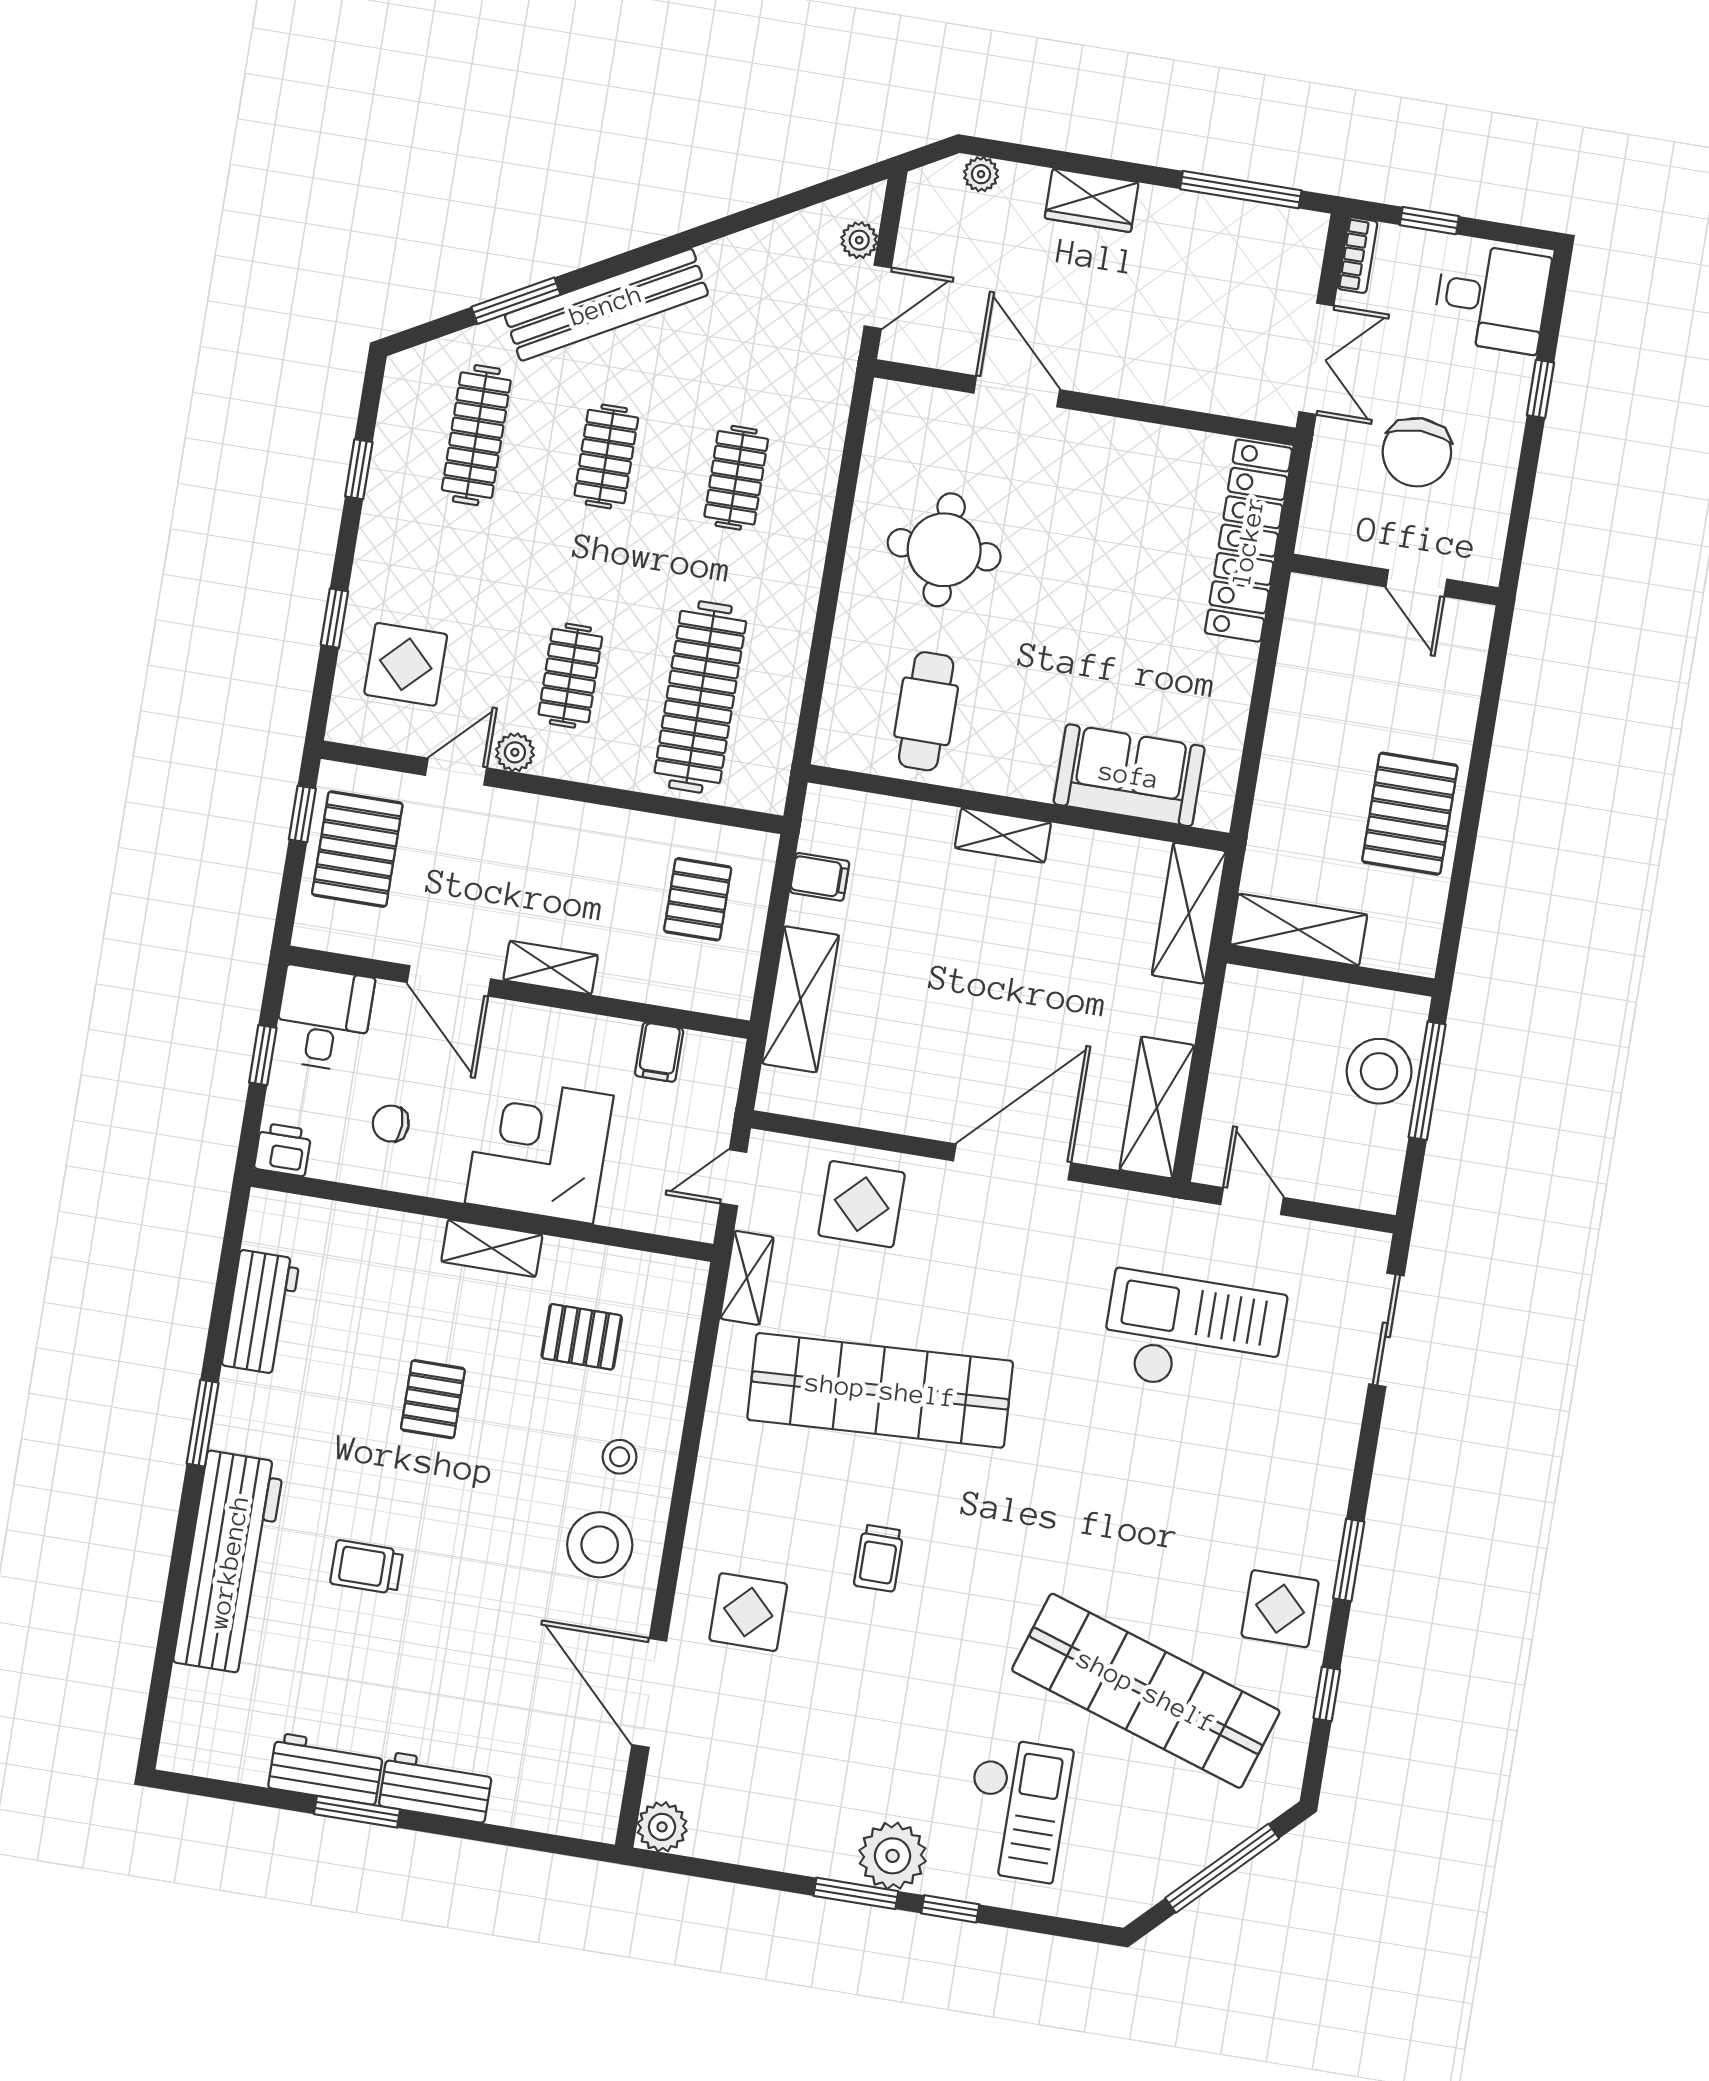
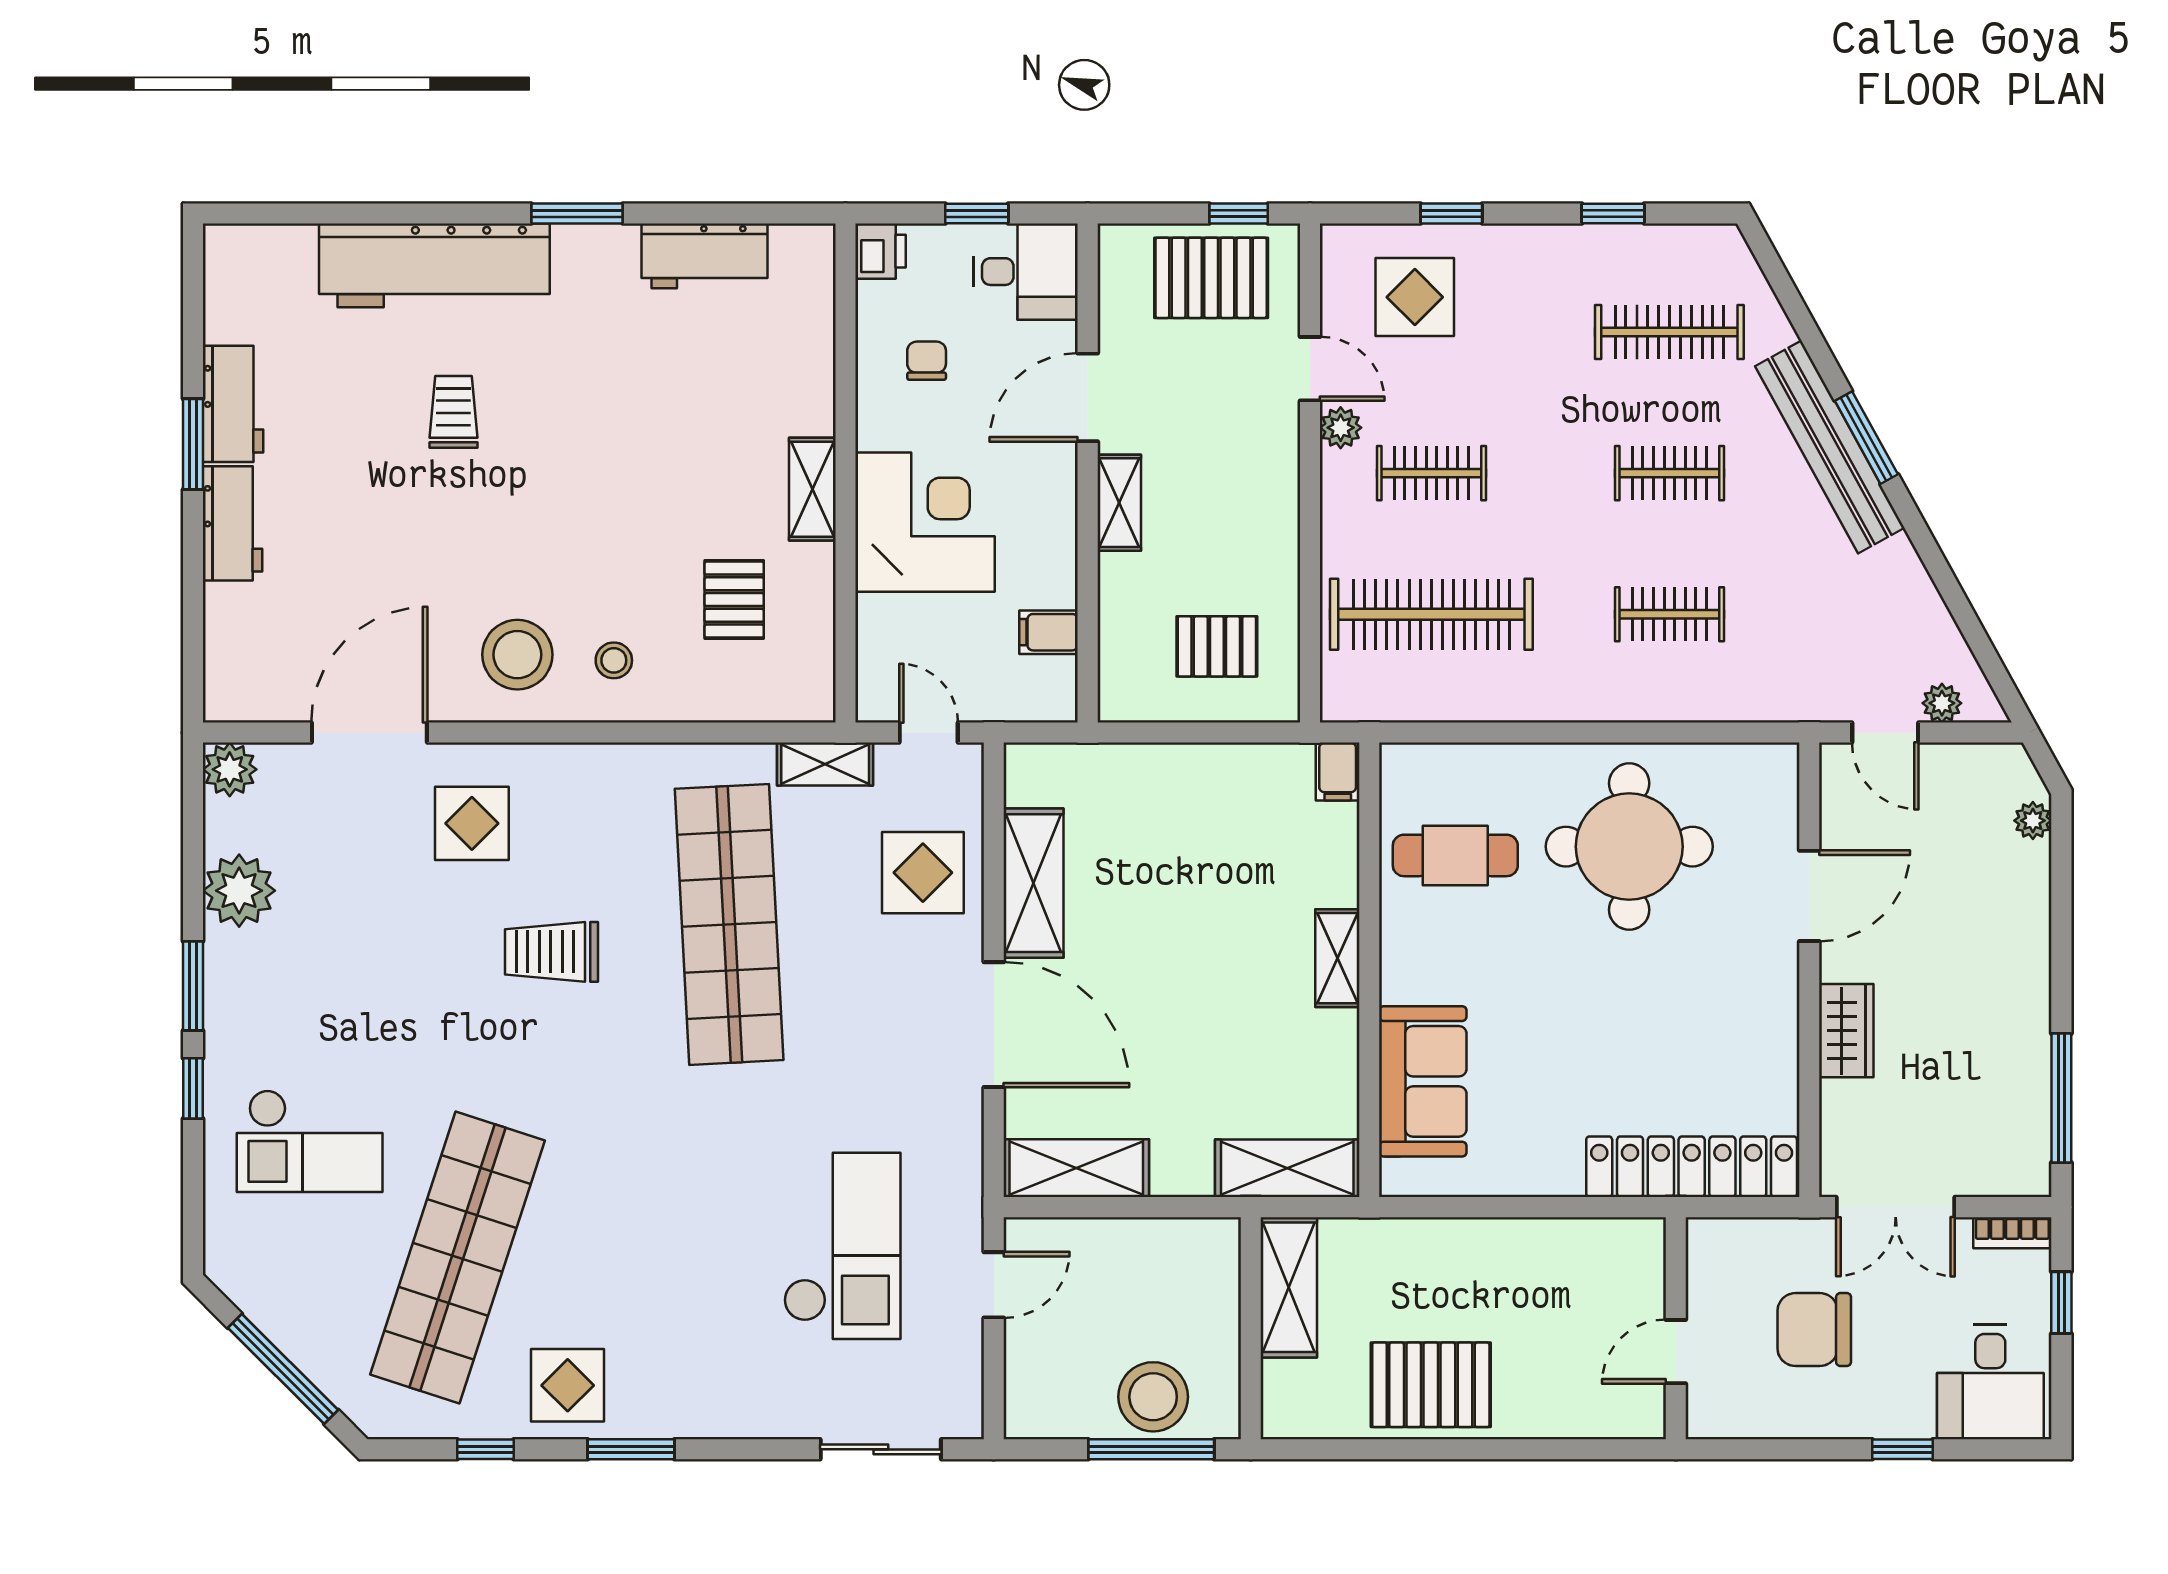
wardrobe: (1092, 200) -> (1846, 1031), moved, turned 180
window: (516, 301) -> (1866, 438), moved
round table: (944, 550) -> (1629, 847), width x1.36, depth x1.36
filing cabinet: (820, 877) -> (1338, 772), moved
shelving: (800, 999) -> (1034, 883), moved, turned 90
pallet: (433, 1399) -> (642, 453), removed
trolley: (879, 1558) -> (551, 952), width x1.36, depth x1.39
plant: (893, 1856) -> (239, 891), moved

